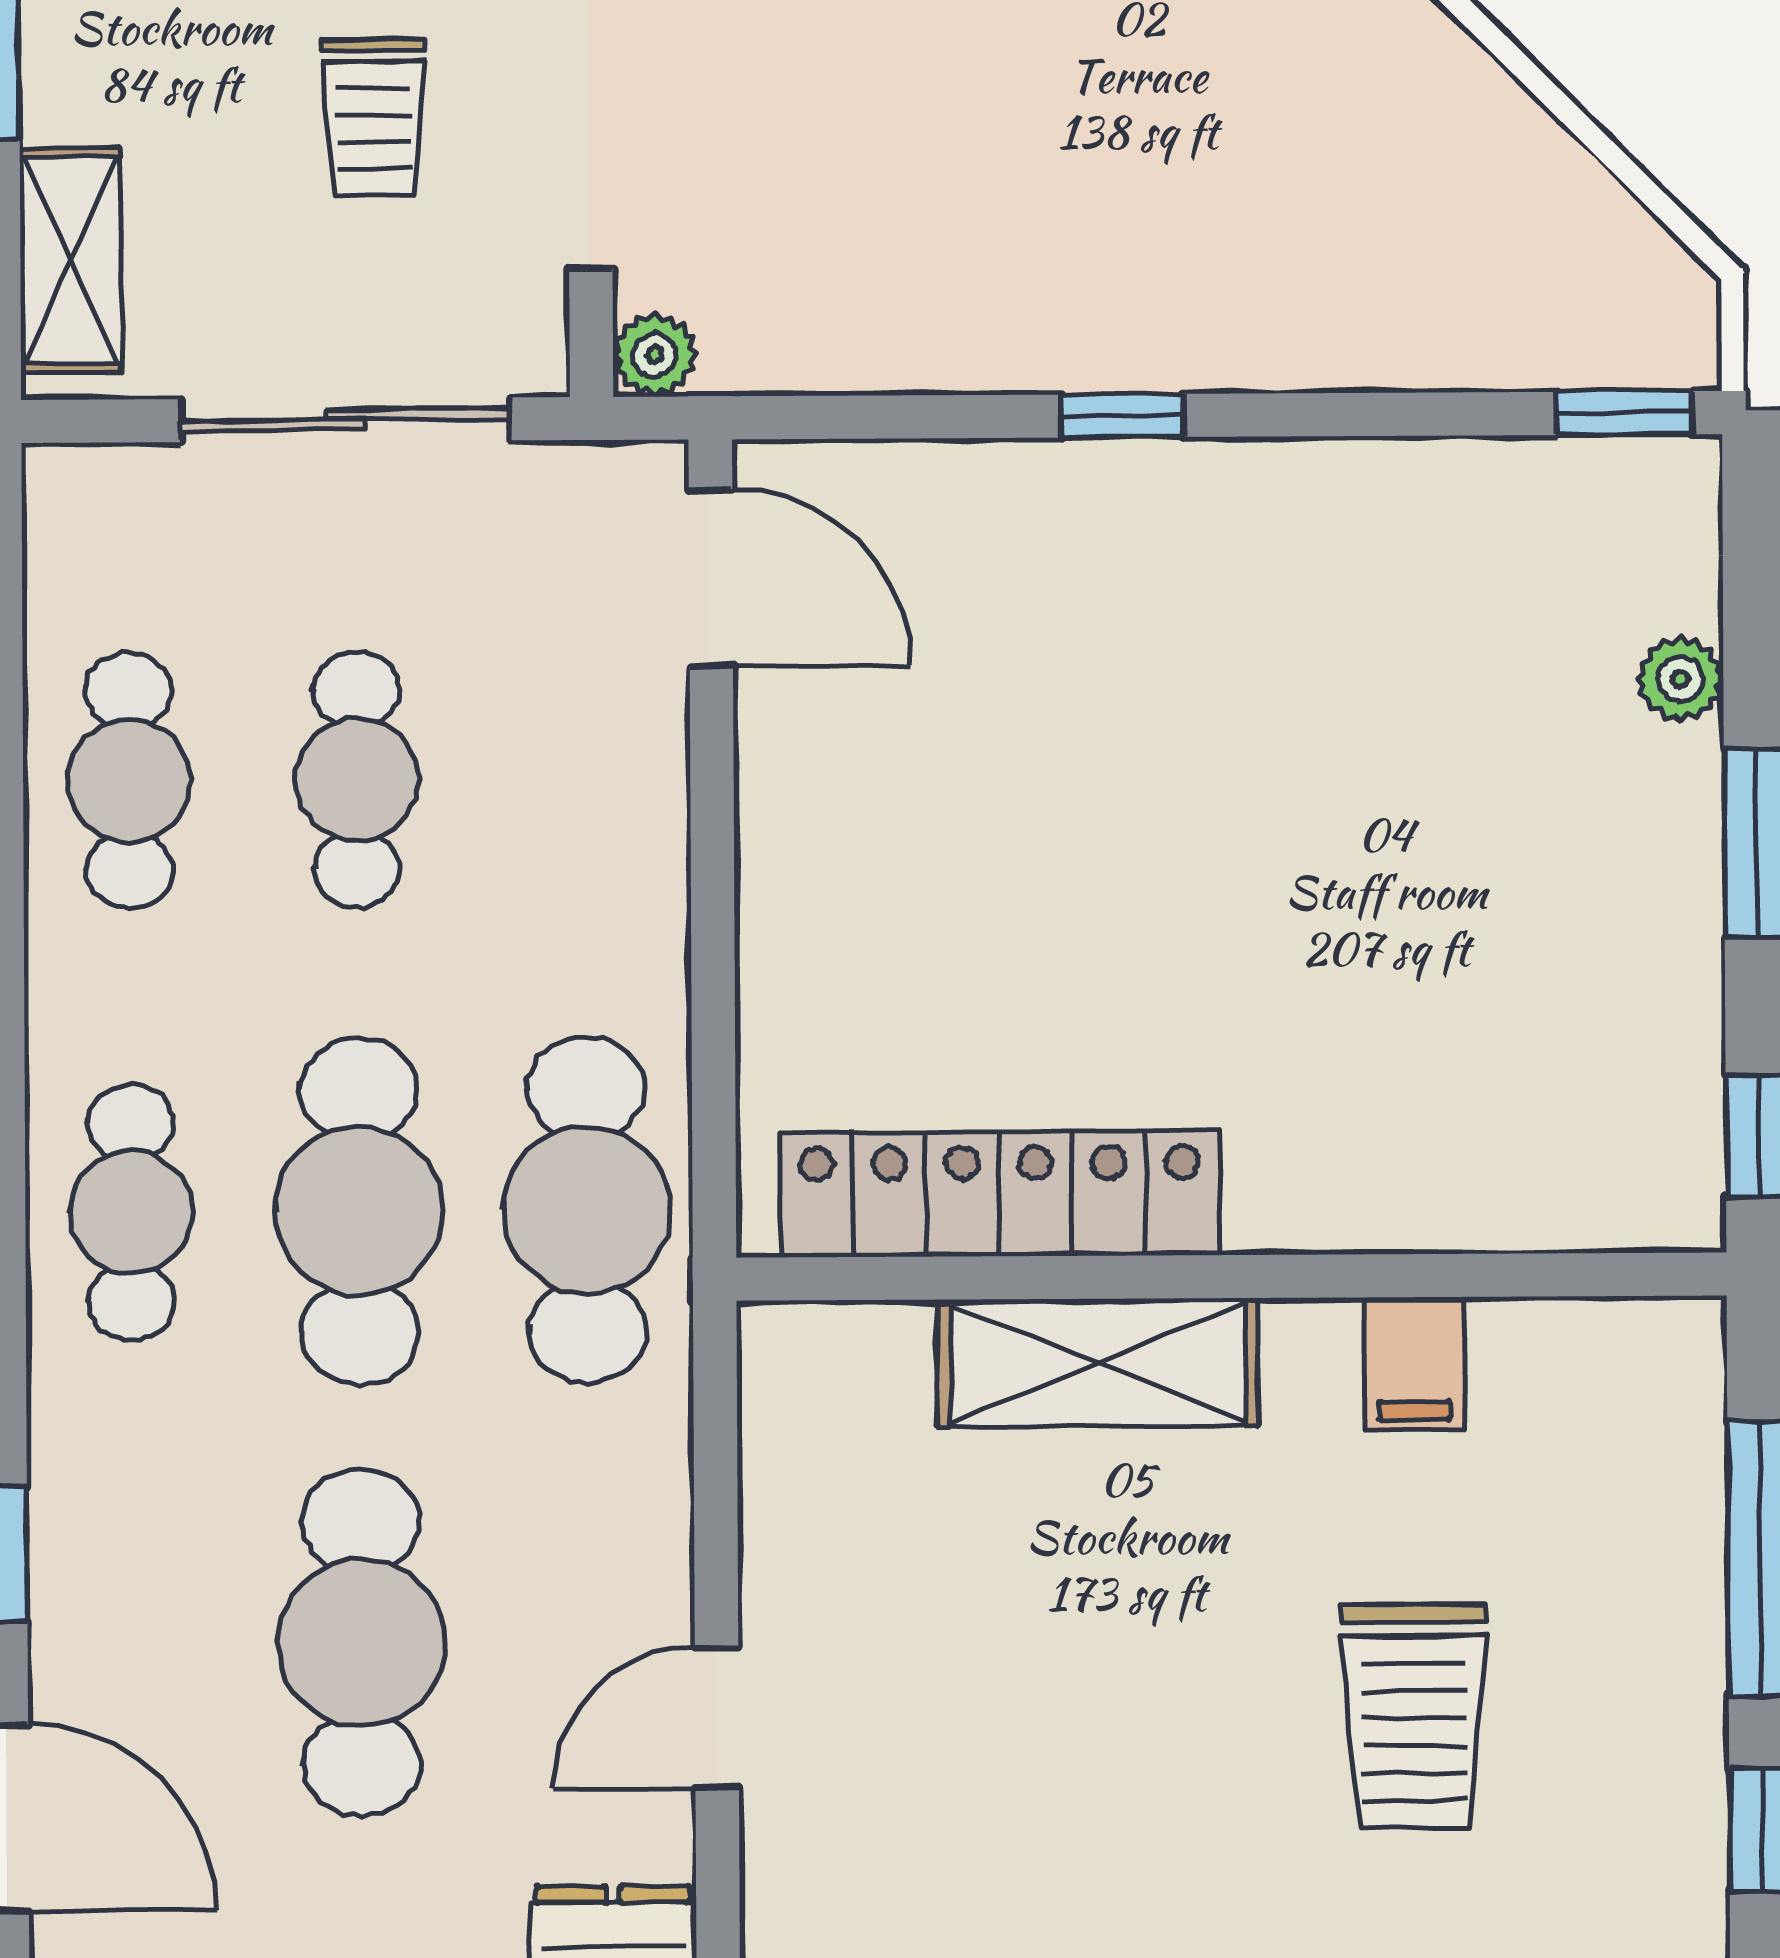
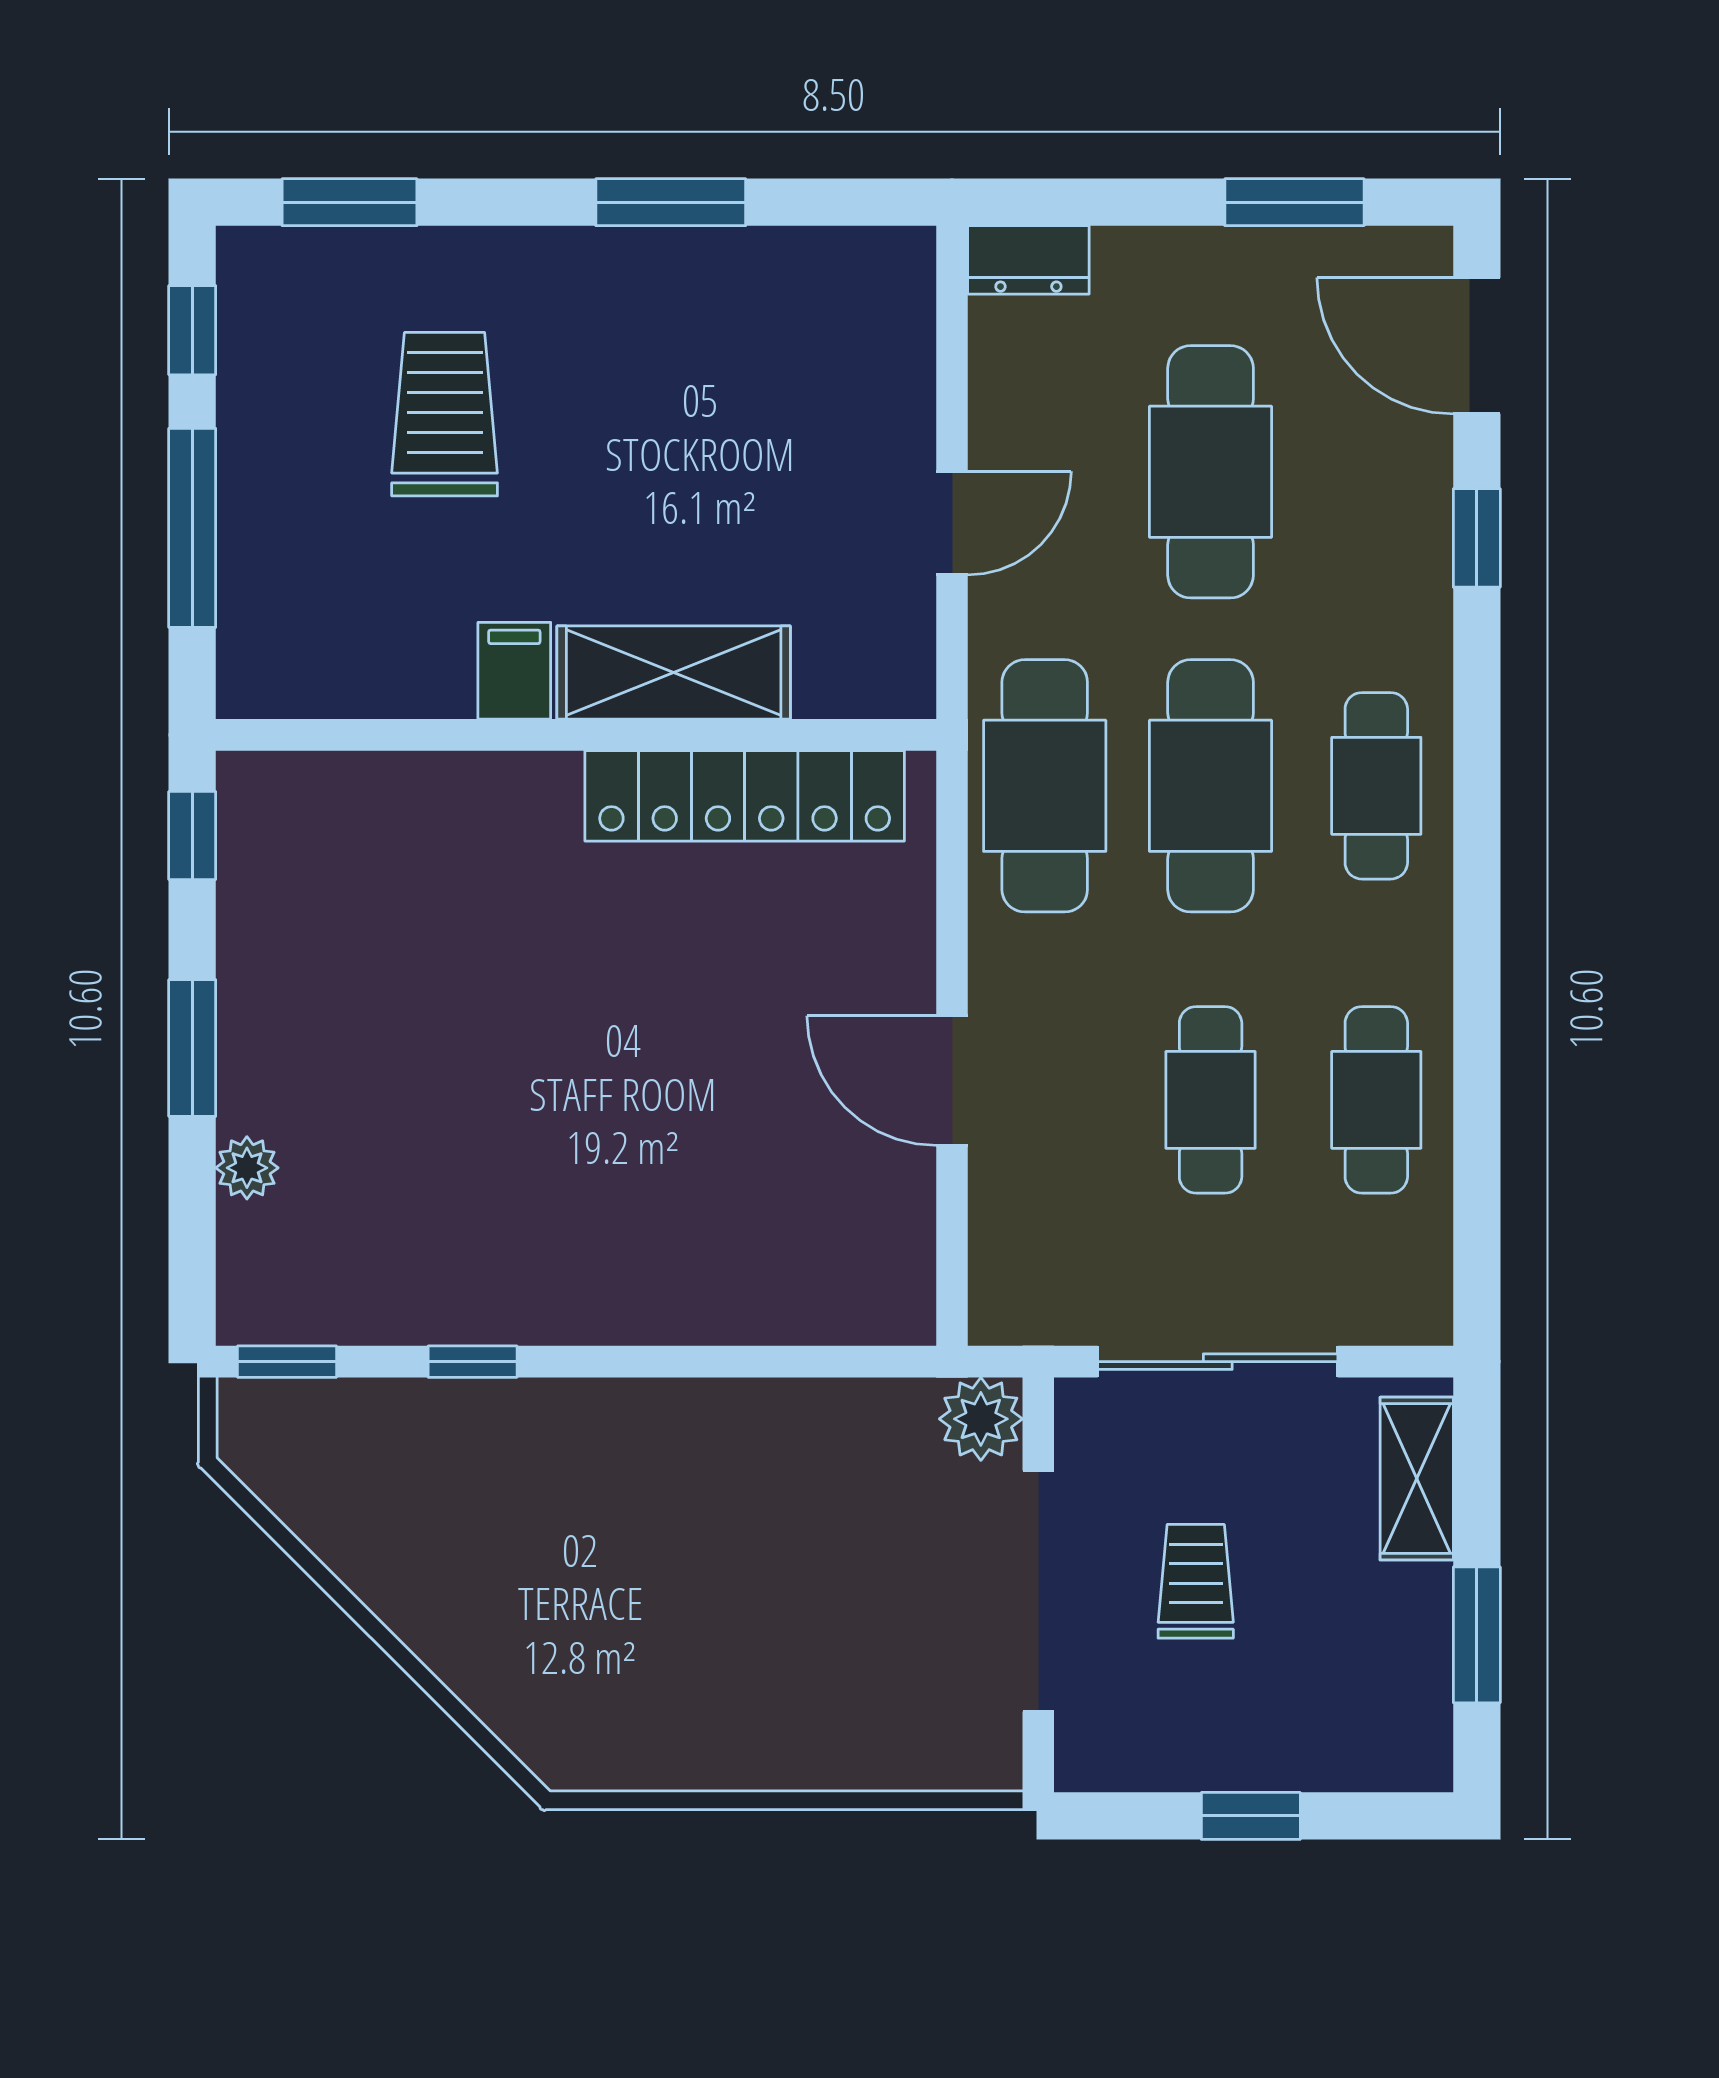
plant: (655, 355) -> (981, 1419), width x1.38, depth x1.38
window: (1122, 416) -> (473, 1362), moved
door: (711, 578) -> (952, 1081), moved
filing cabinet: (1414, 1364) -> (514, 671), moved
door: (717, 1718) -> (952, 523), moved

